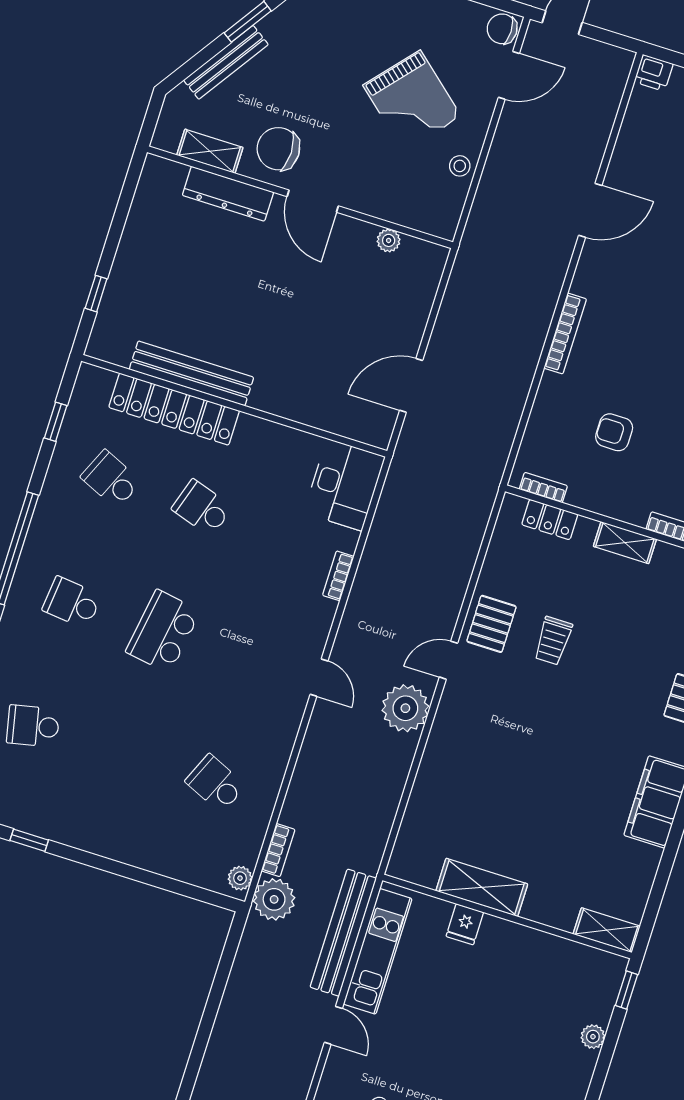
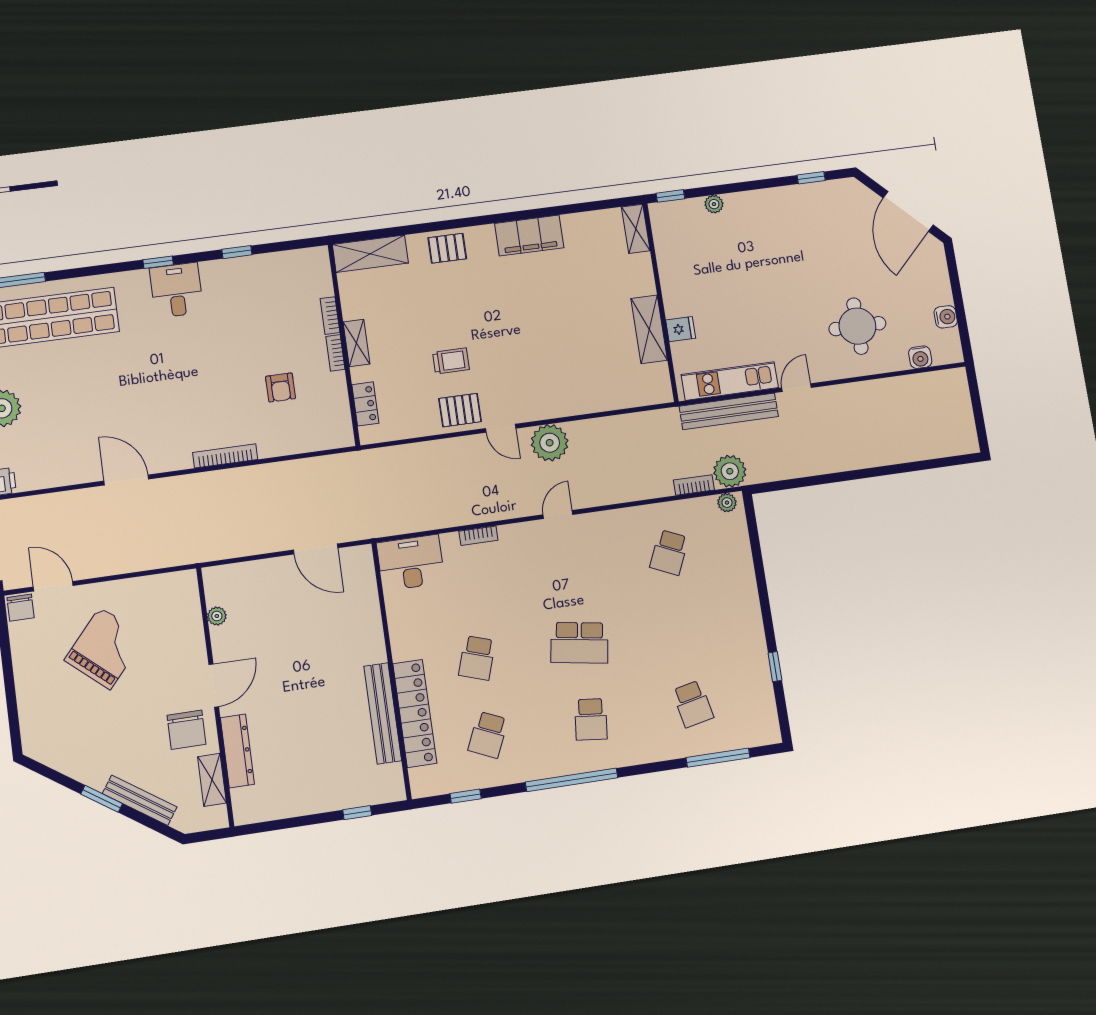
stool: (460, 166) -> (137, 590), removed
bookcase: (543, 488) -> (335, 353), moved

